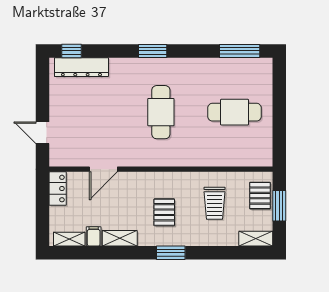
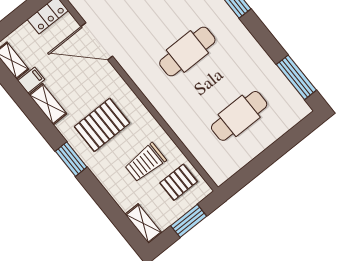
cafe table: (235, 112) -> (239, 116), turned 90
door: (103, 169) -> (97, 41), width x1.36
pallet: (260, 196) -> (179, 182), moved
pallet: (164, 212) -> (102, 125), width x1.50, depth x1.42

